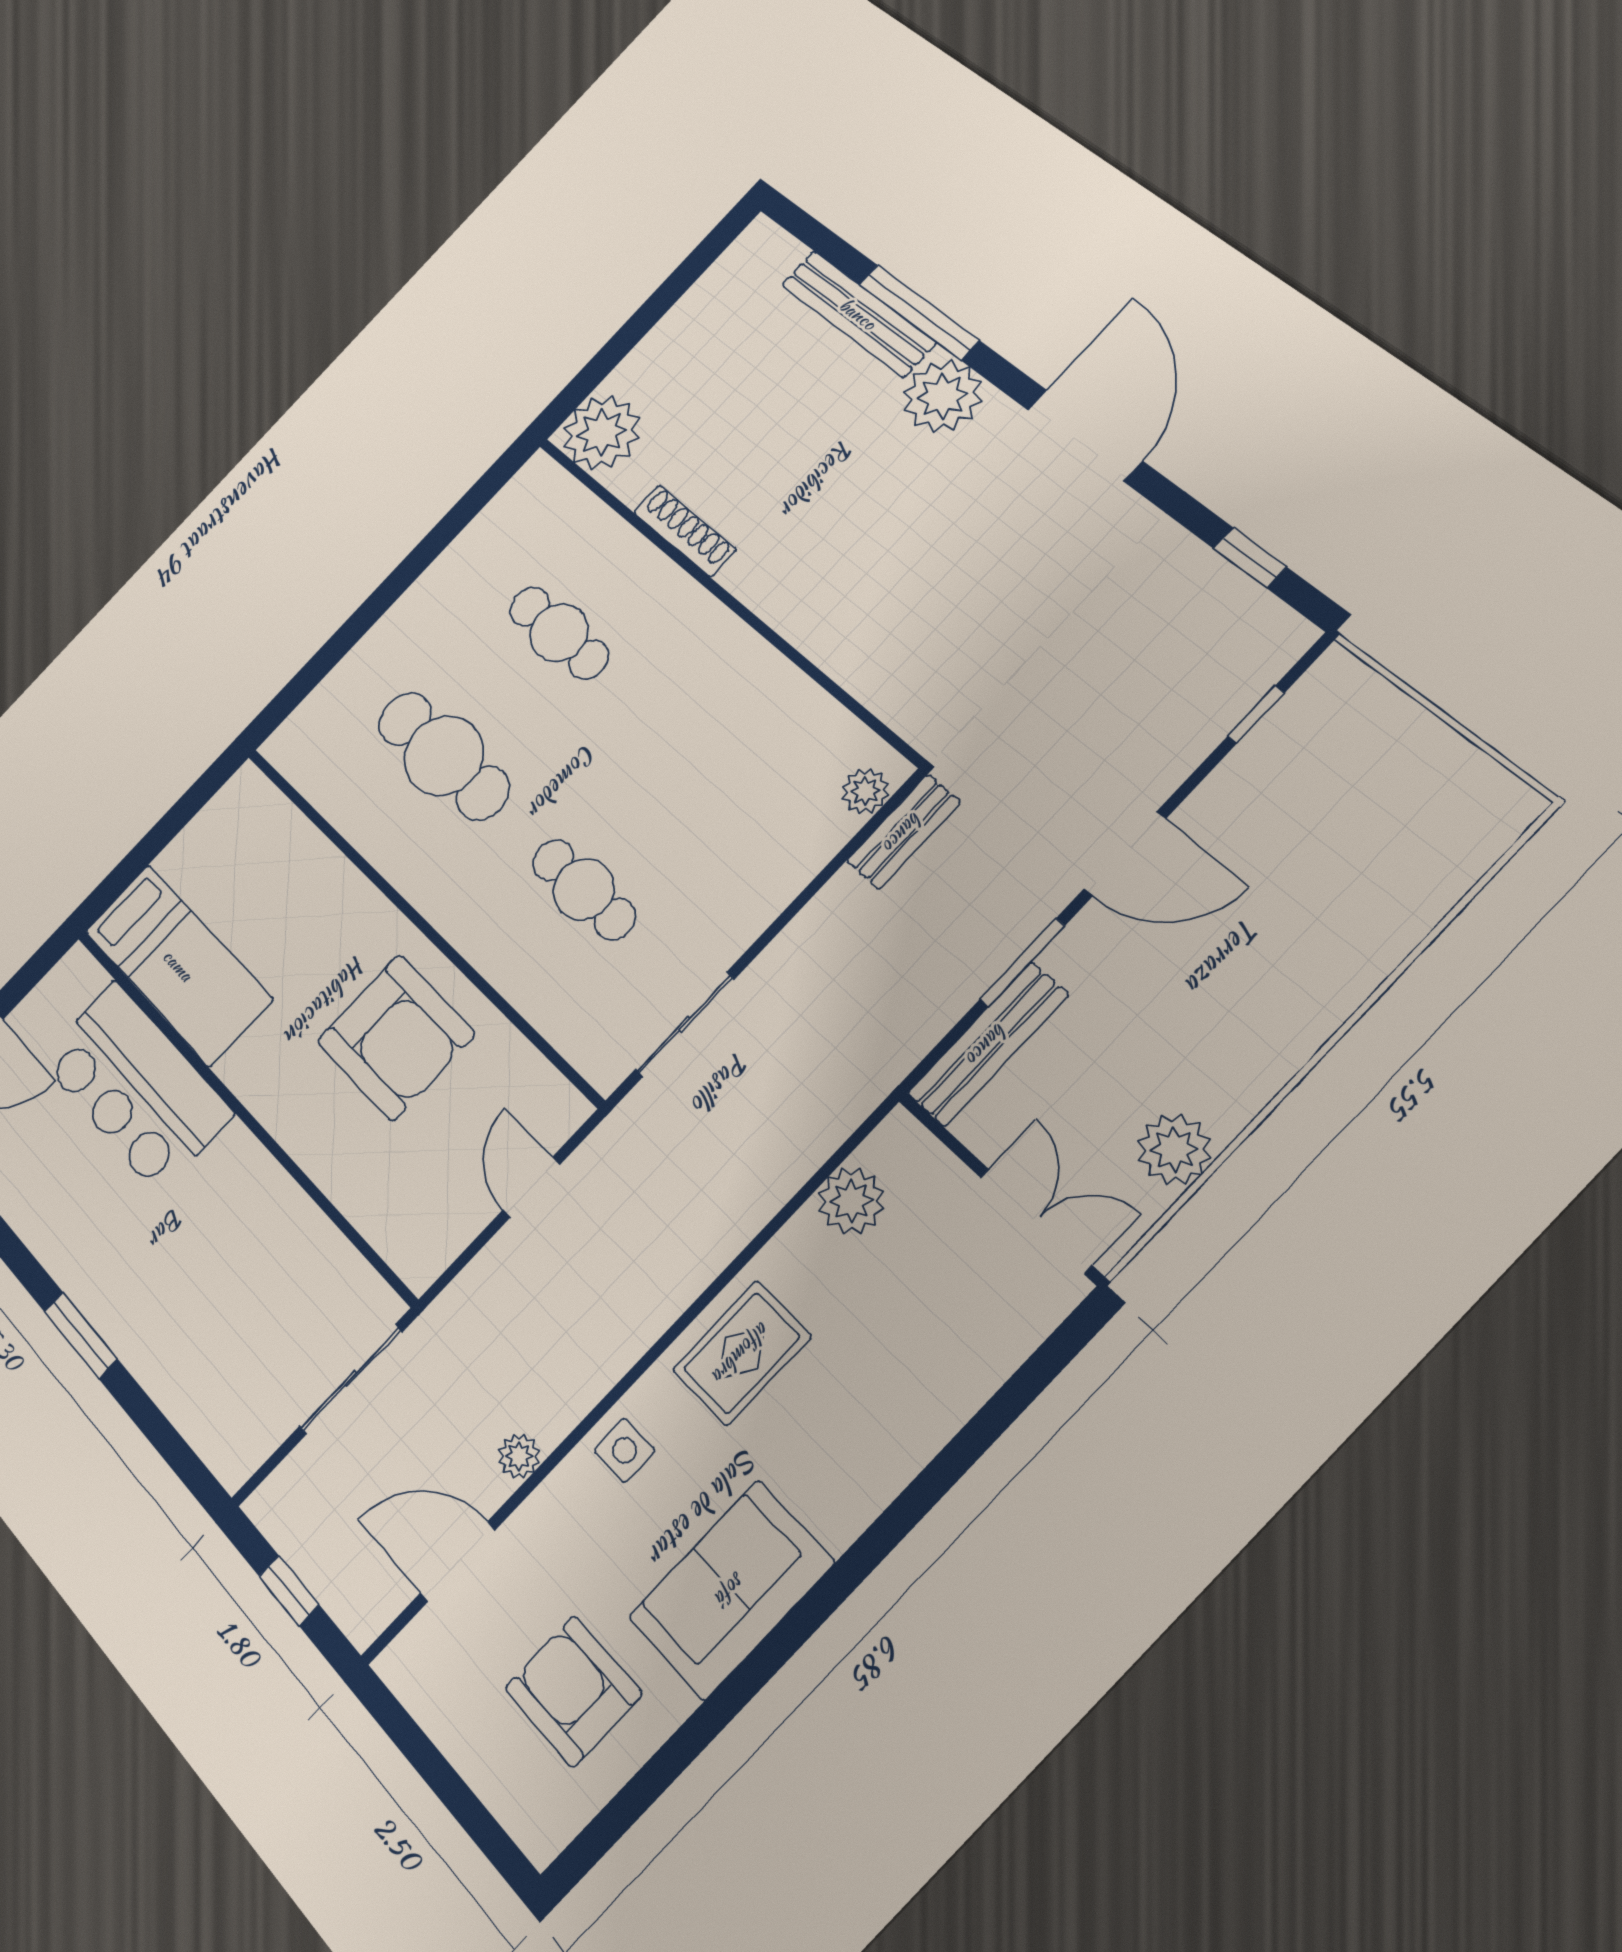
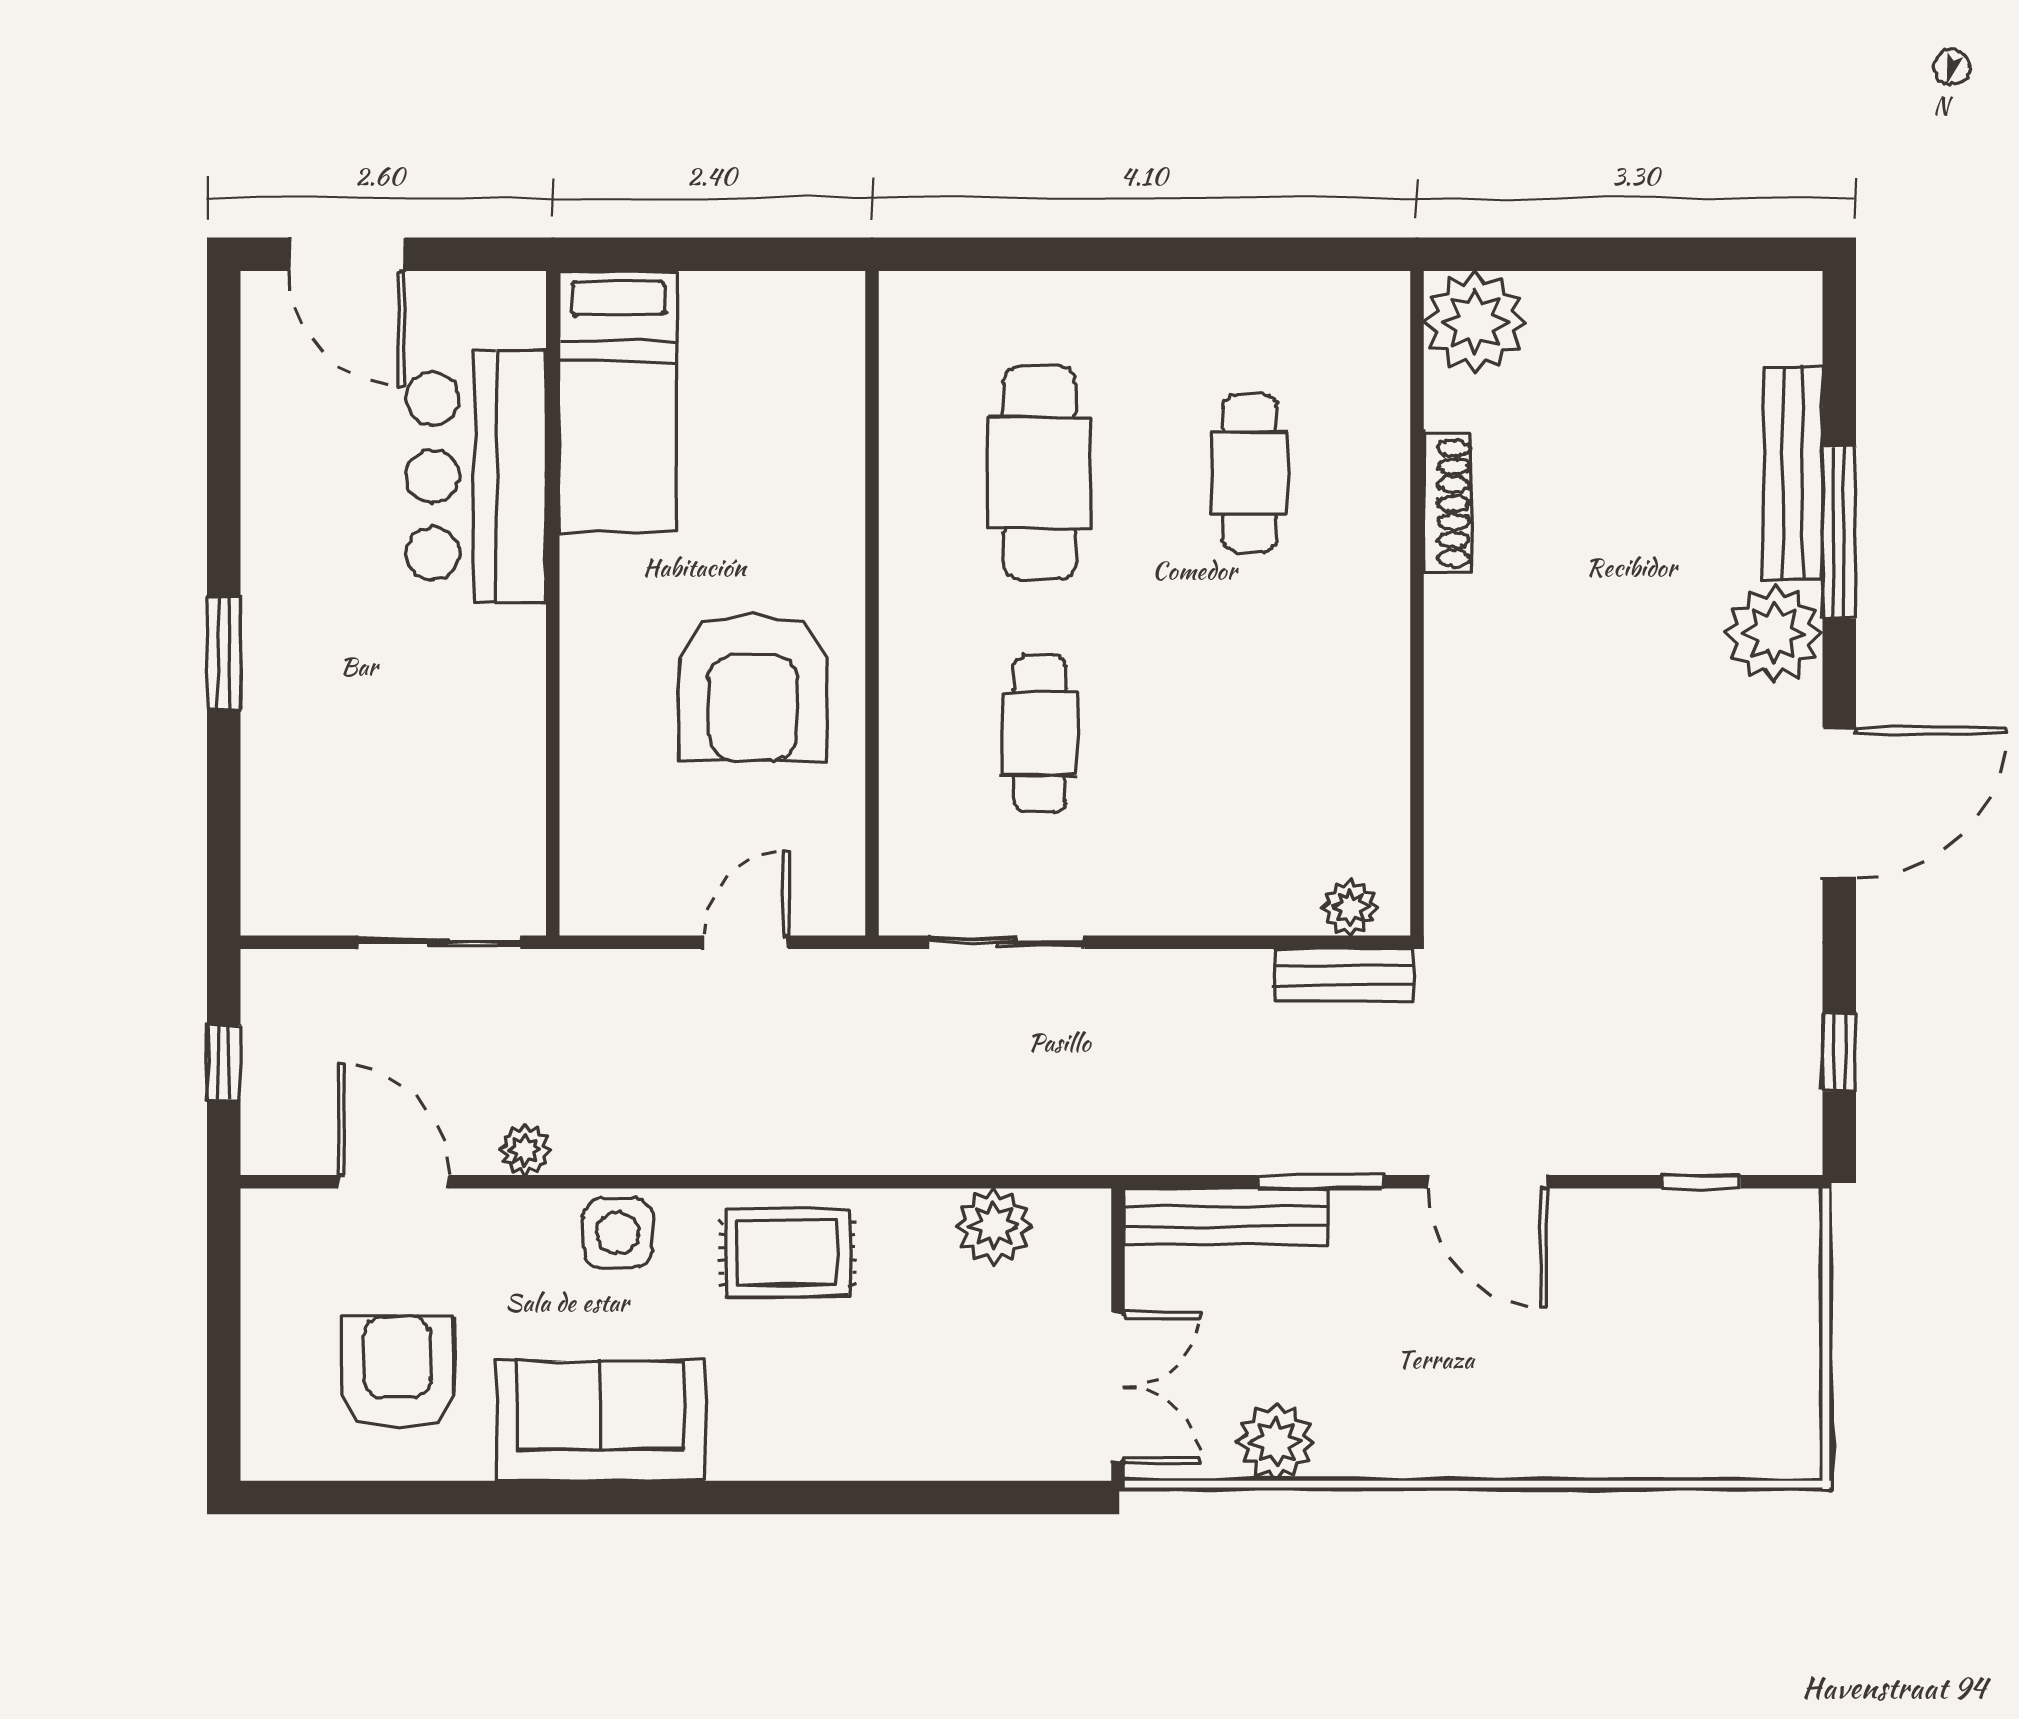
side table: (625, 1450) -> (618, 1233), width x1.37, depth x1.37

